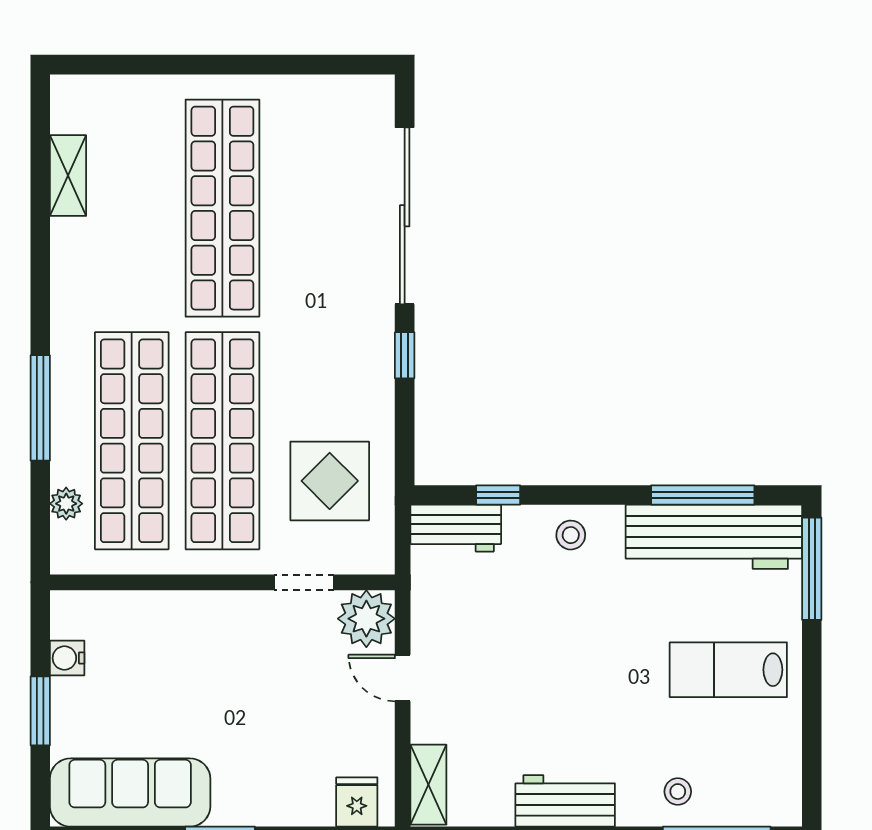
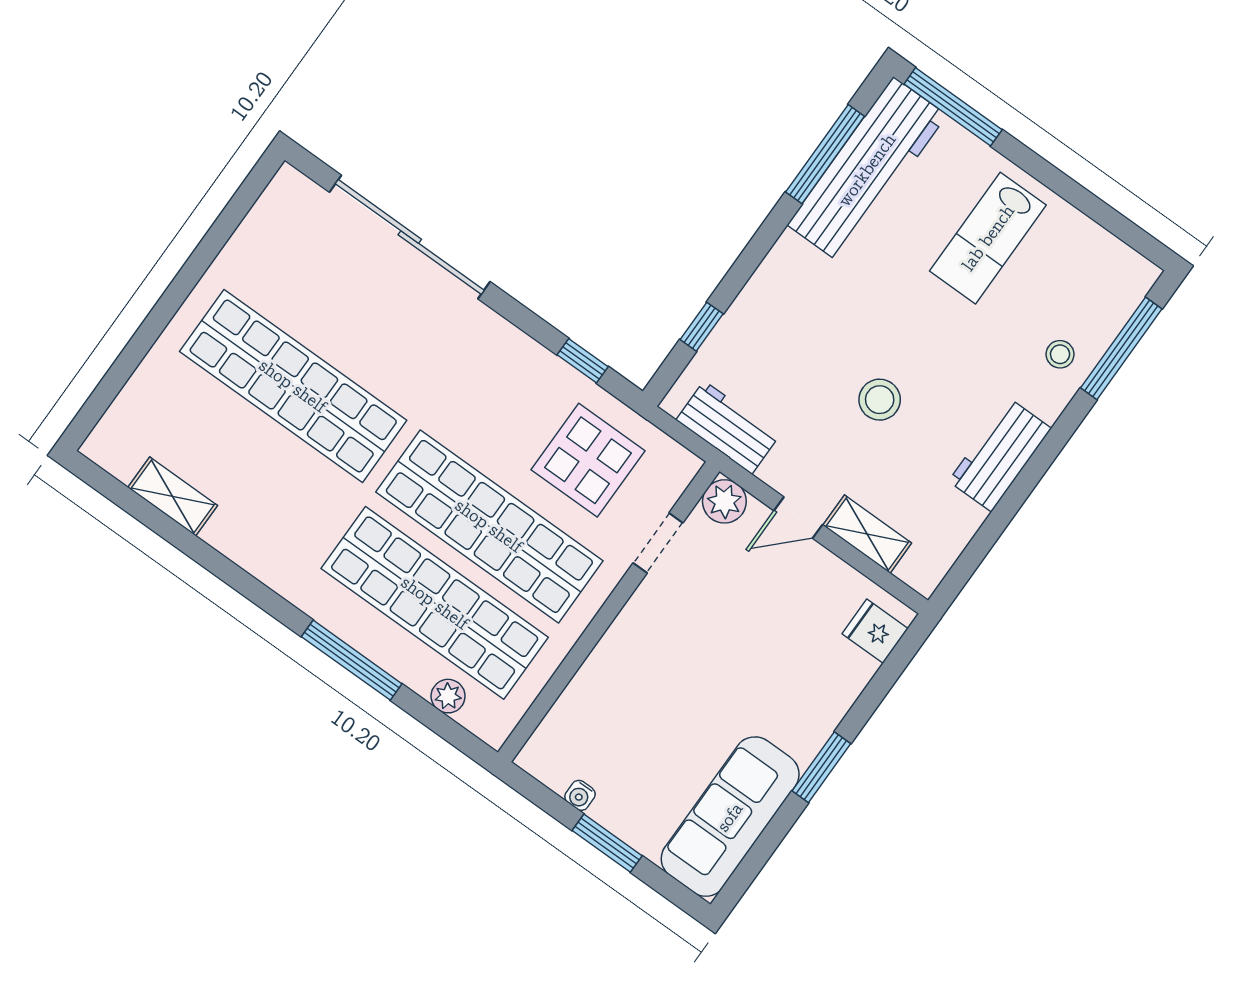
window: (405, 355) -> (583, 361), moved
workbench: (456, 528) -> (728, 427), moved, turned -90
stool: (571, 535) -> (880, 400), moved, width x1.37, depth x1.37
plant: (366, 619) -> (724, 501), width x0.73, depth x0.73
water cooler: (67, 658) -> (580, 795), width x0.72, depth x0.72
shelving: (428, 785) -> (867, 534), moved

